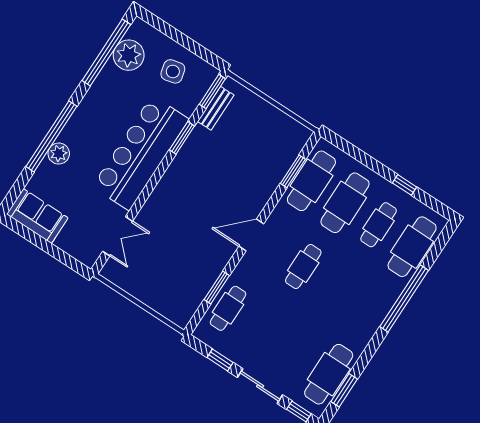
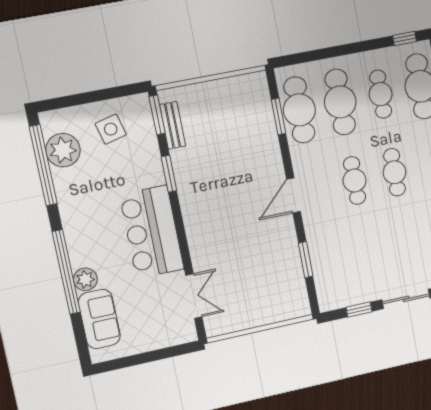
bar counter: (141, 153) -> (152, 232), width x0.73
window: (405, 185) -> (405, 38), moved
sofa: (37, 216) -> (99, 319), moved, turned 90
cafe table: (228, 308) -> (395, 172), moved

